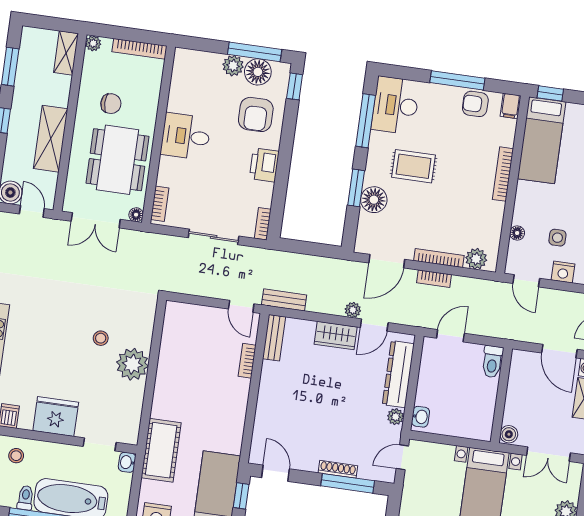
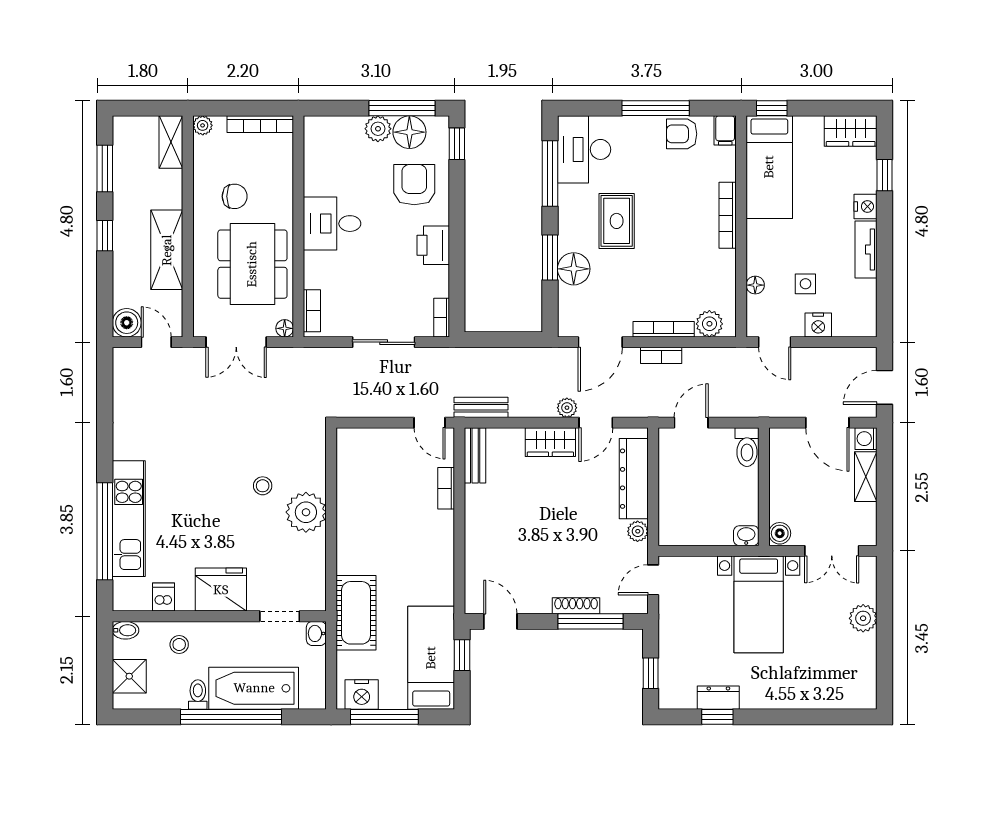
armchair: (256, 114) -> (414, 185), turned 180
rug: (414, 166) -> (617, 221), turned 90
washbasin: (420, 417) -> (746, 536), moved, turned -90

